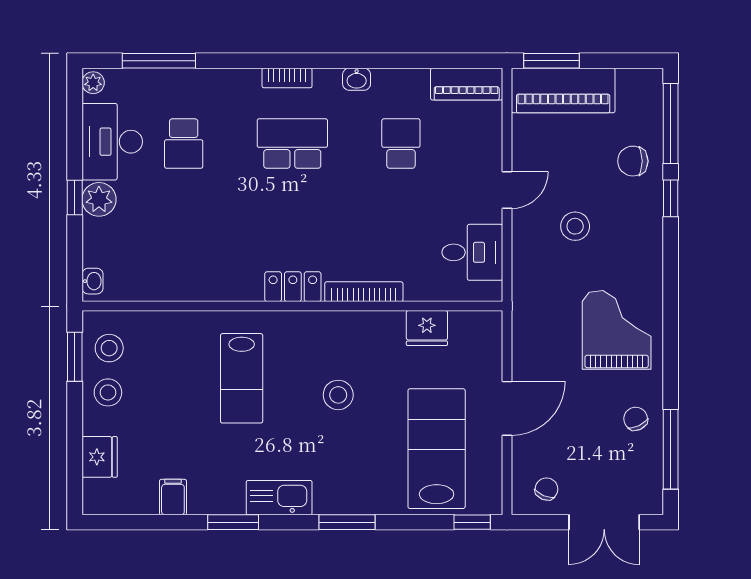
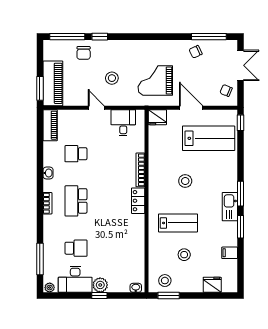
fridge: (427, 328) -> (157, 117), moved, turned 90
grand piano: (617, 330) -> (155, 81), moved
stool: (108, 392) -> (184, 255), moved
lab bench: (437, 449) -> (209, 138), turned 180
window: (347, 522) -> (241, 194), moved

